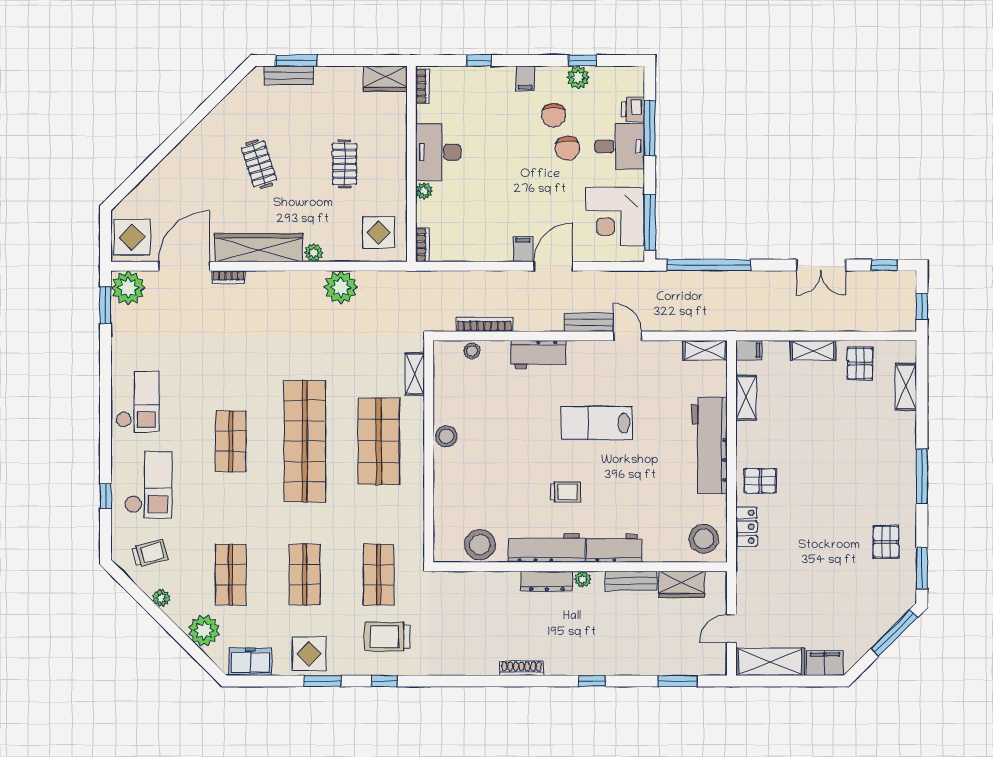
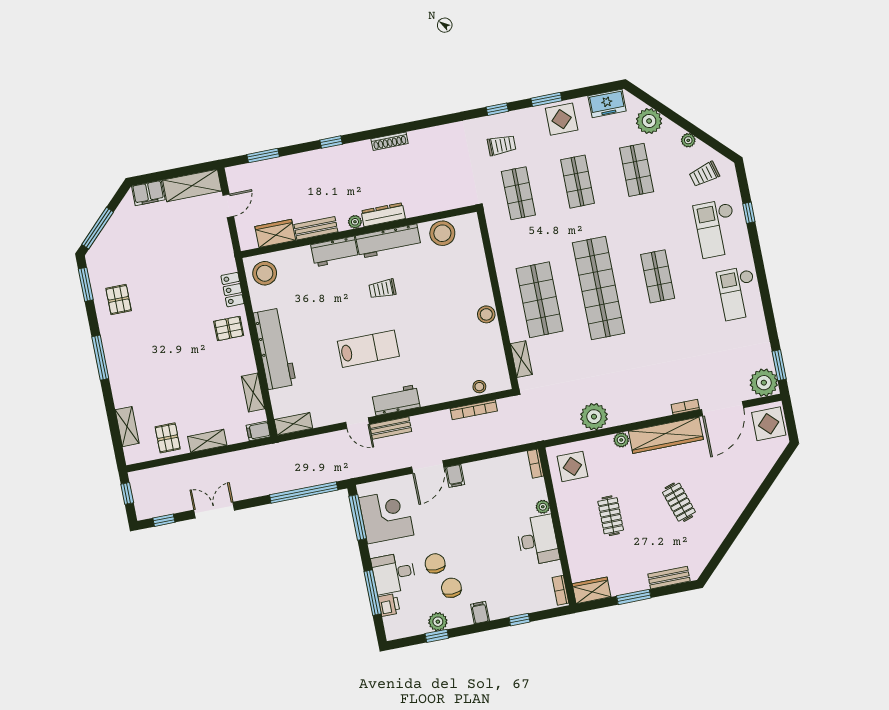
window: (296, 61) -> (634, 597), moved
workbench: (538, 355) -> (396, 400), moved
trolley: (387, 637) -> (502, 145), width x0.73, depth x0.72

